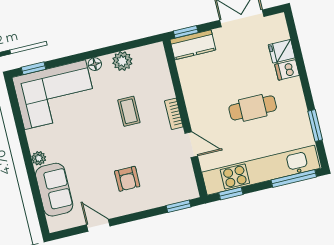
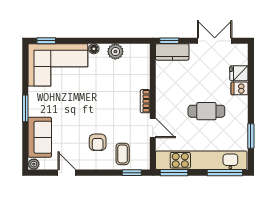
coffee table: (129, 111) -> (123, 154), moved
window: (28, 158) -> (25, 108), added
plant: (39, 158) -> (34, 164), moved
window: (231, 194) -> (174, 173), width x1.50

